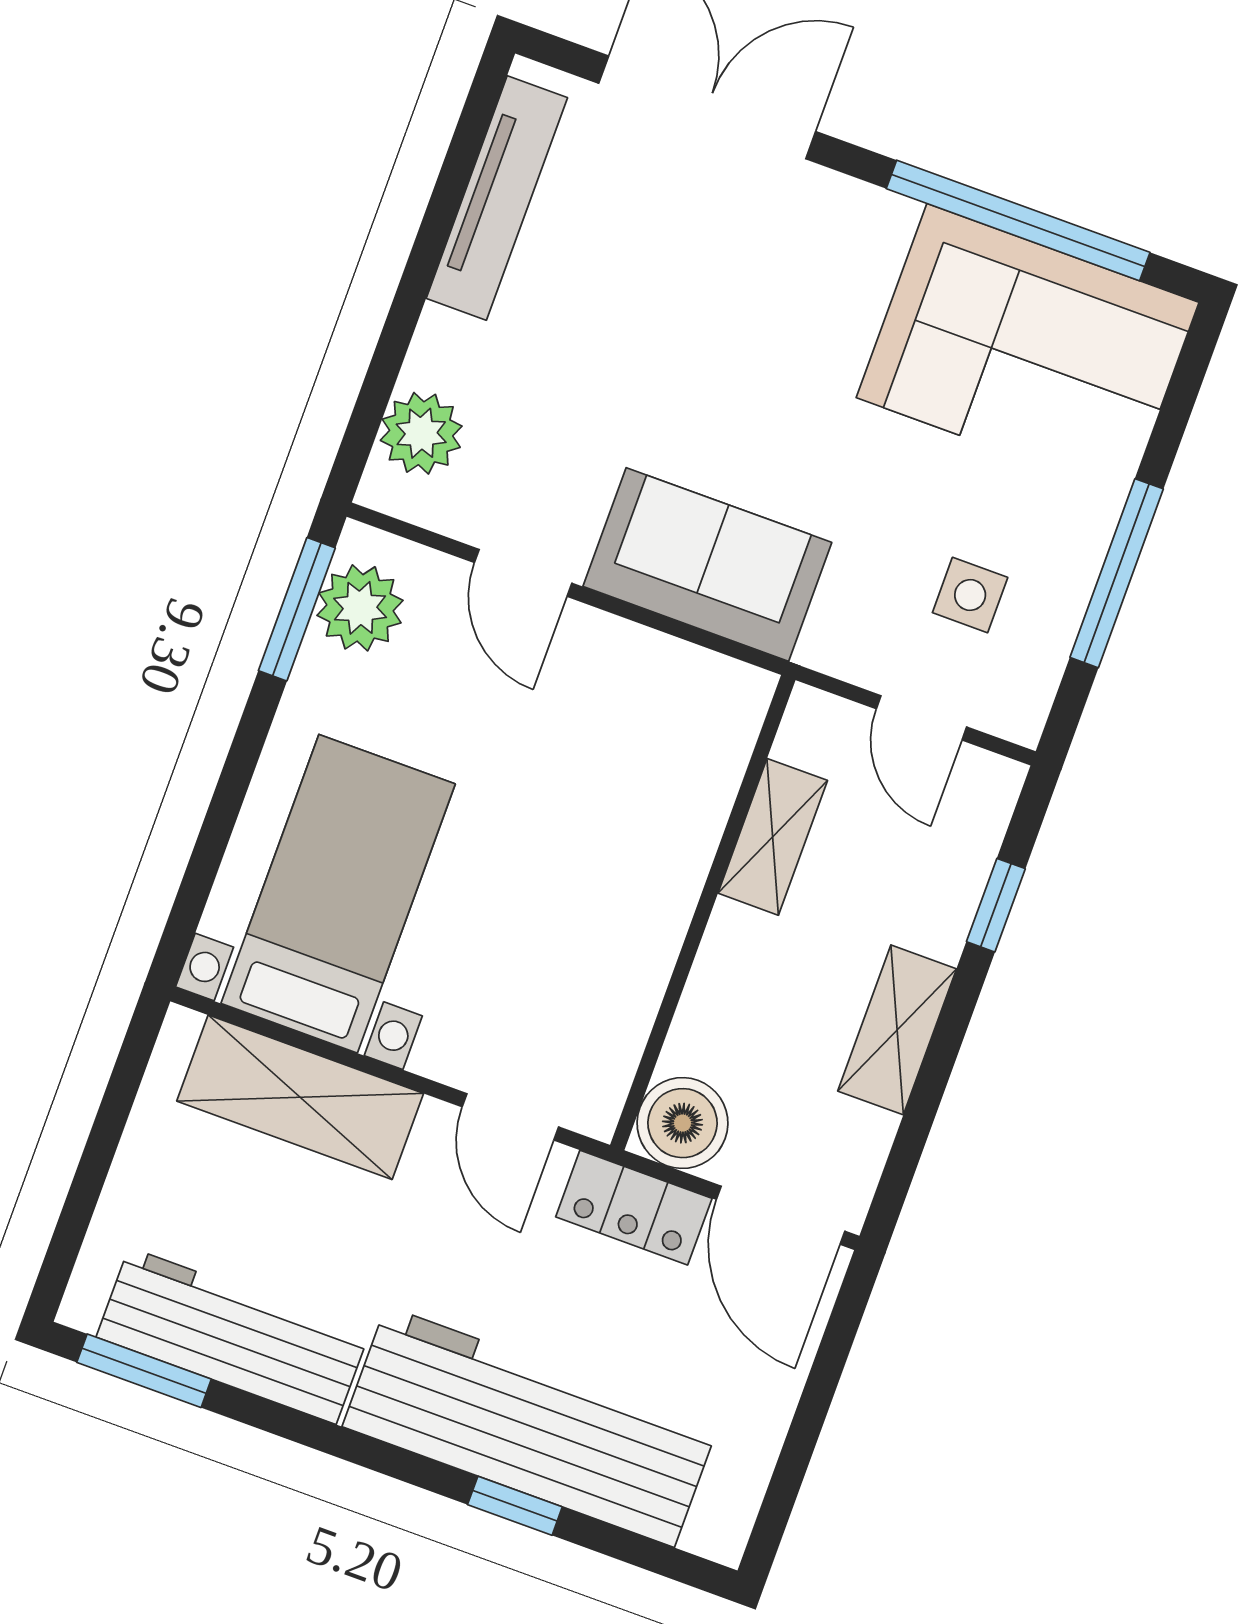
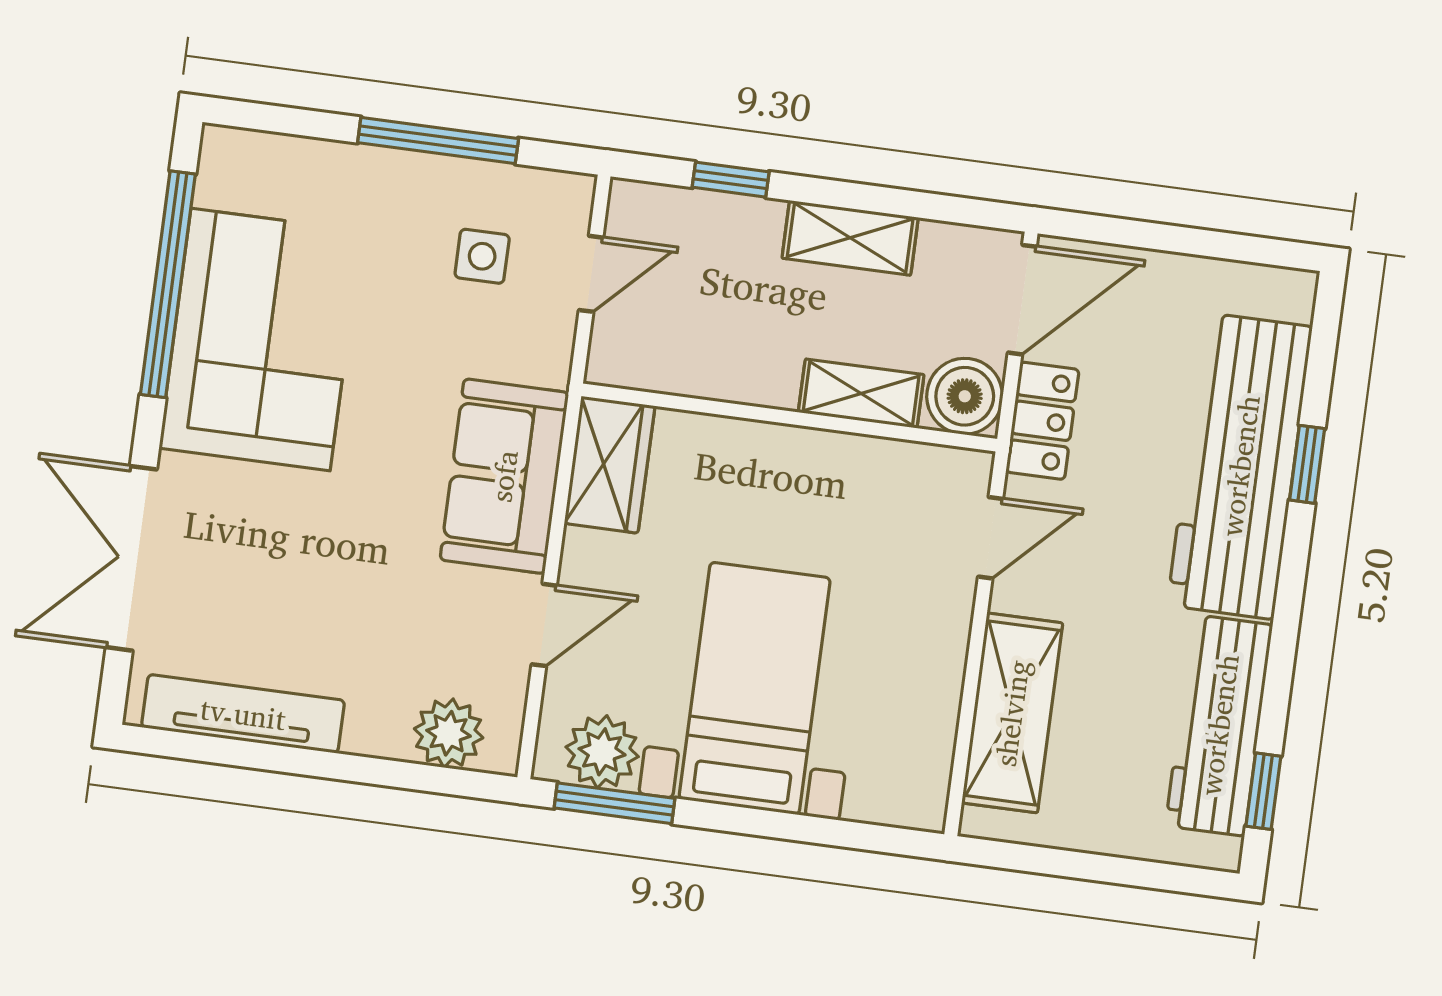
corner sofa: (1028, 350) -> (260, 340), moved
wardrobe: (694, 690) -> (610, 465), added
shelving: (773, 837) -> (861, 393), moved
bed with nightstands: (338, 894) -> (755, 688), moved, turned 90
window: (144, 1371) -> (1263, 791), width x0.67

